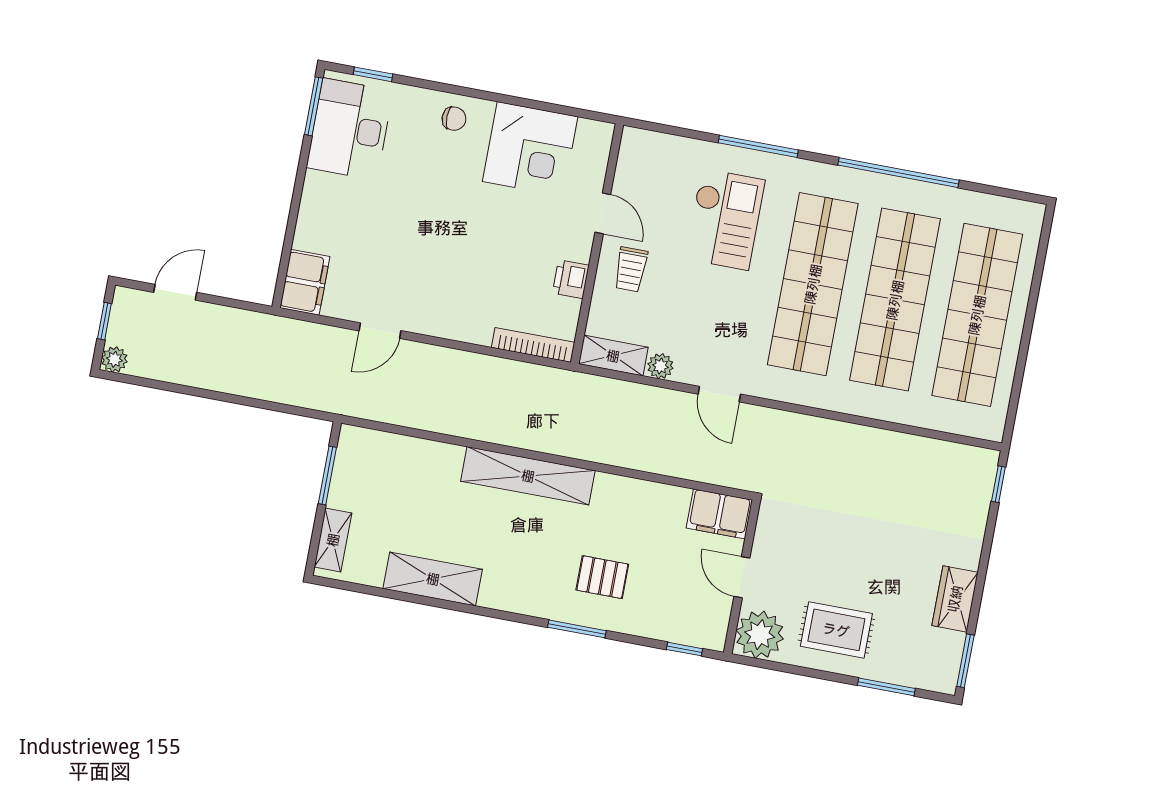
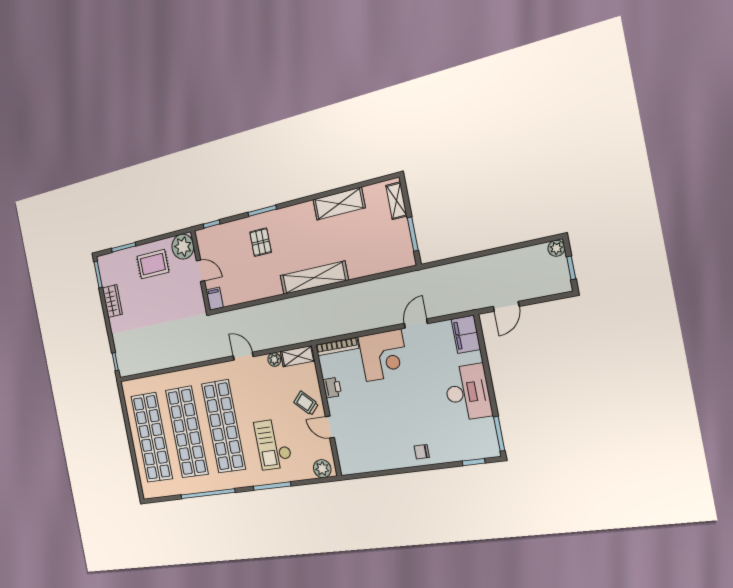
desk: (350, 129) -> (468, 392), moved
plant: (647, 147) -> (322, 469), added
corner desk: (530, 149) -> (384, 355), moved, turned 180
trolley: (631, 269) -> (306, 403), turned -46
door: (175, 292) -> (506, 306), moved
filing cabinet: (719, 514) -> (215, 299), width x0.50
pallet: (602, 577) -> (261, 242), turned 90

